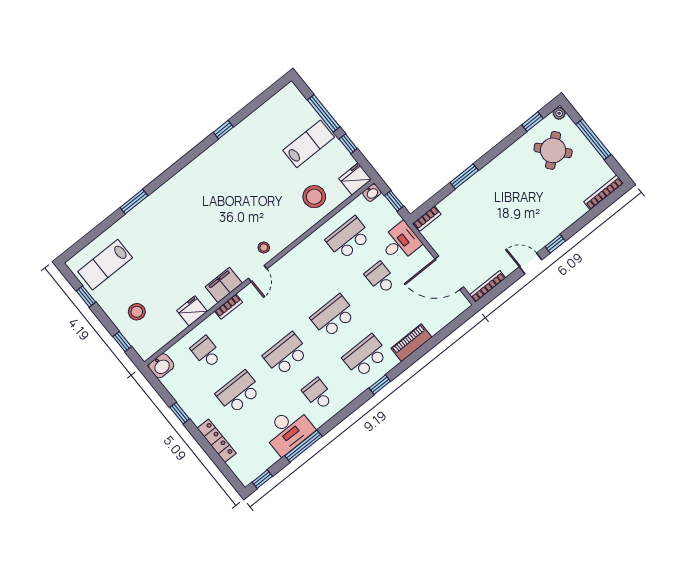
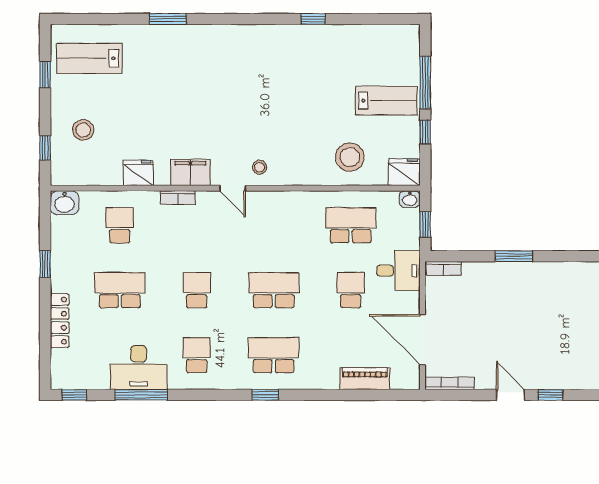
door: (258, 274) -> (233, 188), hinge flipped
piano: (411, 343) -> (365, 379), moved
school desk: (286, 354) -> (197, 290), width x0.54

